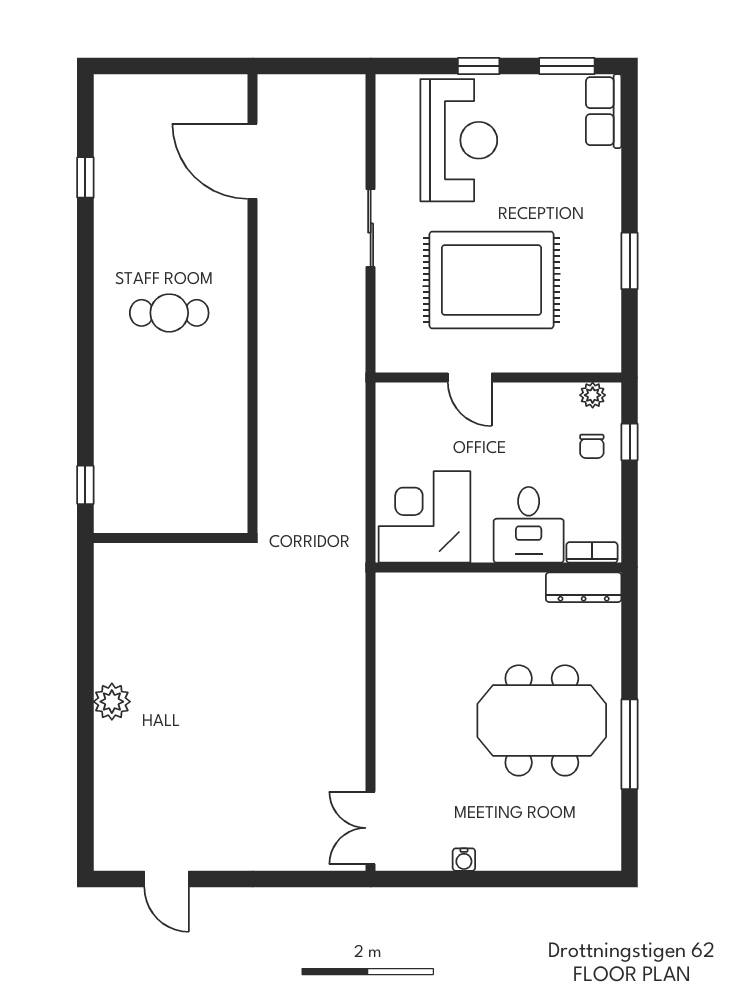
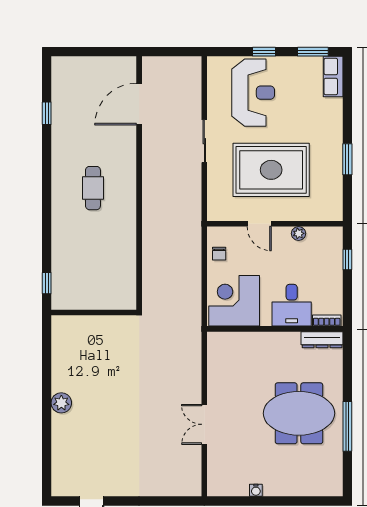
door: (253, 161) -> (139, 104), hinge flipped
cafe table: (169, 313) -> (93, 188), turned 90
plant: (593, 395) -> (298, 233), moved
chair: (592, 446) -> (219, 254), moved
double door: (371, 828) -> (204, 424), moved

